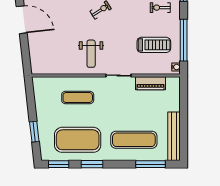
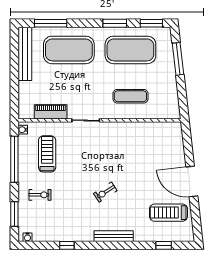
treadmill: (154, 45) -> (47, 154), turned 90
weight bench: (91, 54) -> (116, 144), removed
window: (34, 132) -> (178, 59), width x1.44
exercise mat: (134, 140) -> (69, 50), width x1.47

